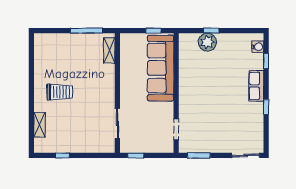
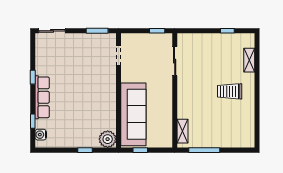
plant: (207, 42) -> (108, 139), moved
row of seats: (256, 86) -> (42, 97), width x1.48

